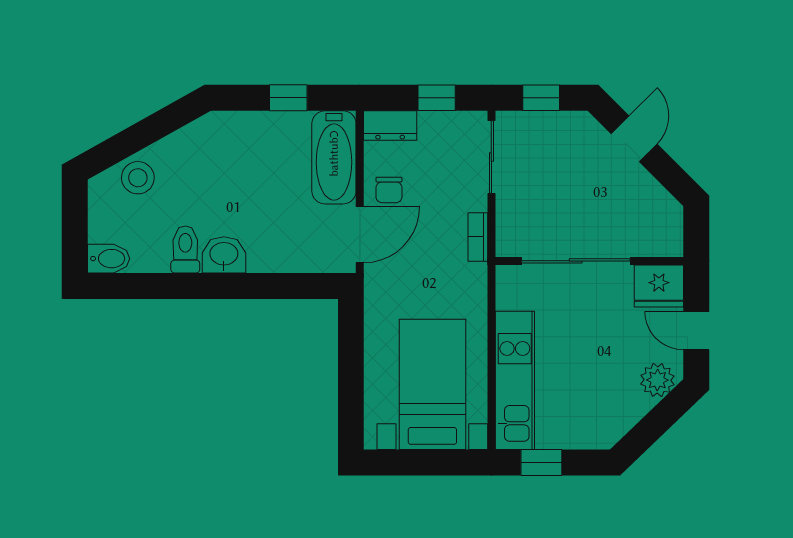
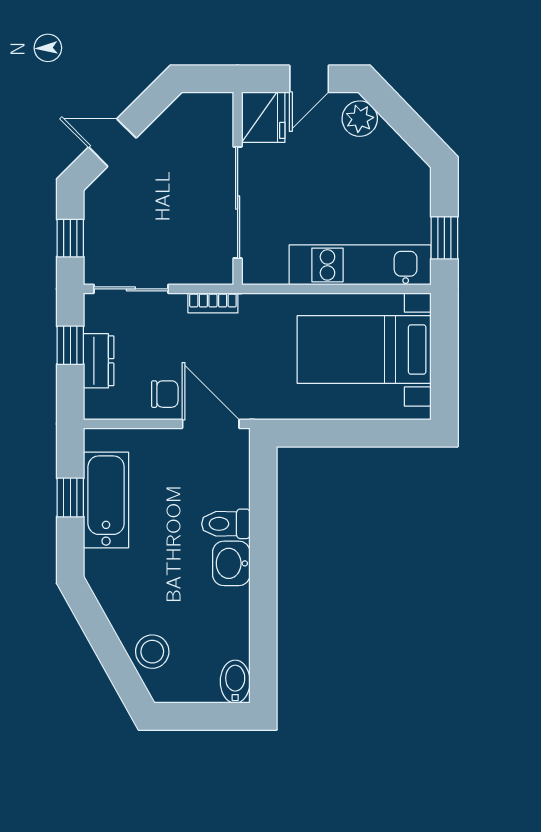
dresser: (390, 126) -> (99, 361), moved
bathtub: (334, 157) -> (106, 500), moved, turned -90
toilet: (185, 249) -> (226, 524), moved

